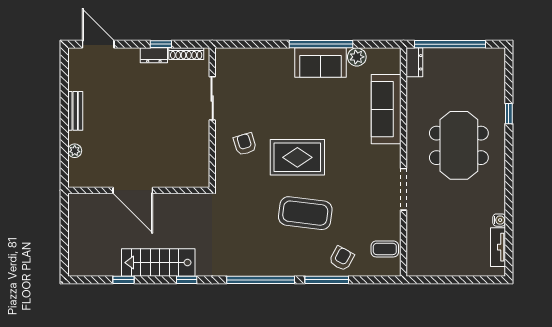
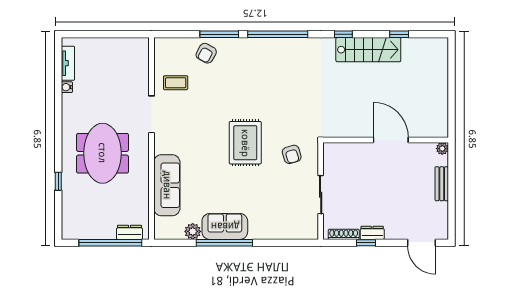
dresser: (414, 62) -> (129, 232), moved, turned 90
rug: (297, 157) -> (245, 143), turned 90
door: (133, 190) -> (391, 140), moved
wall: (139, 190) -> (386, 140), moved
coffee table: (305, 213) -> (238, 93), removed
coffee table: (385, 249) -> (176, 83), moved

